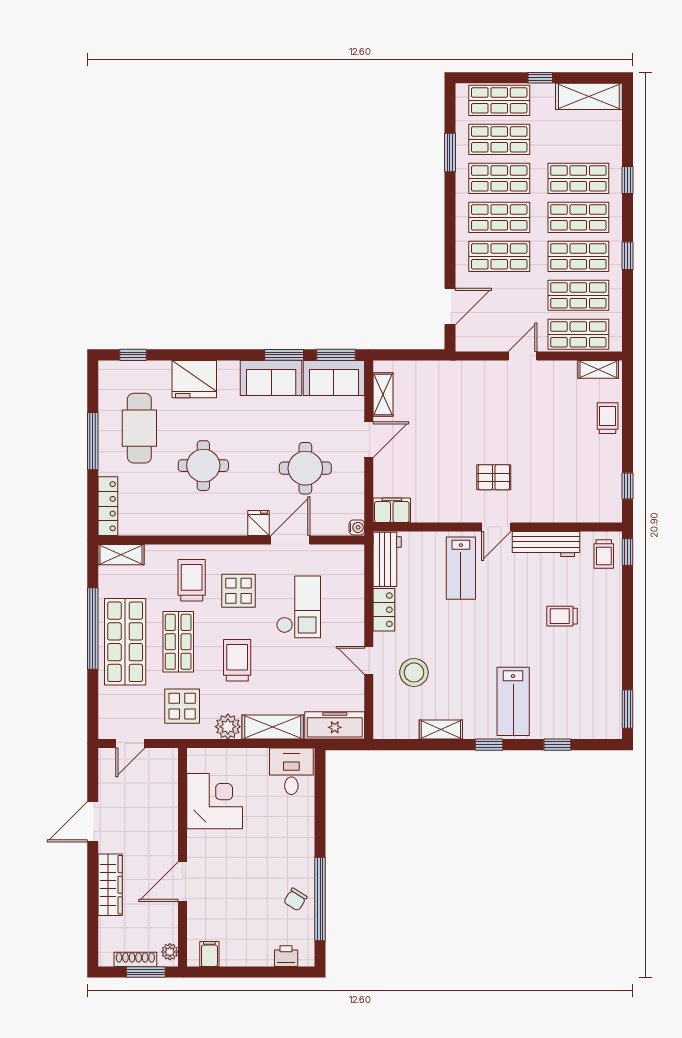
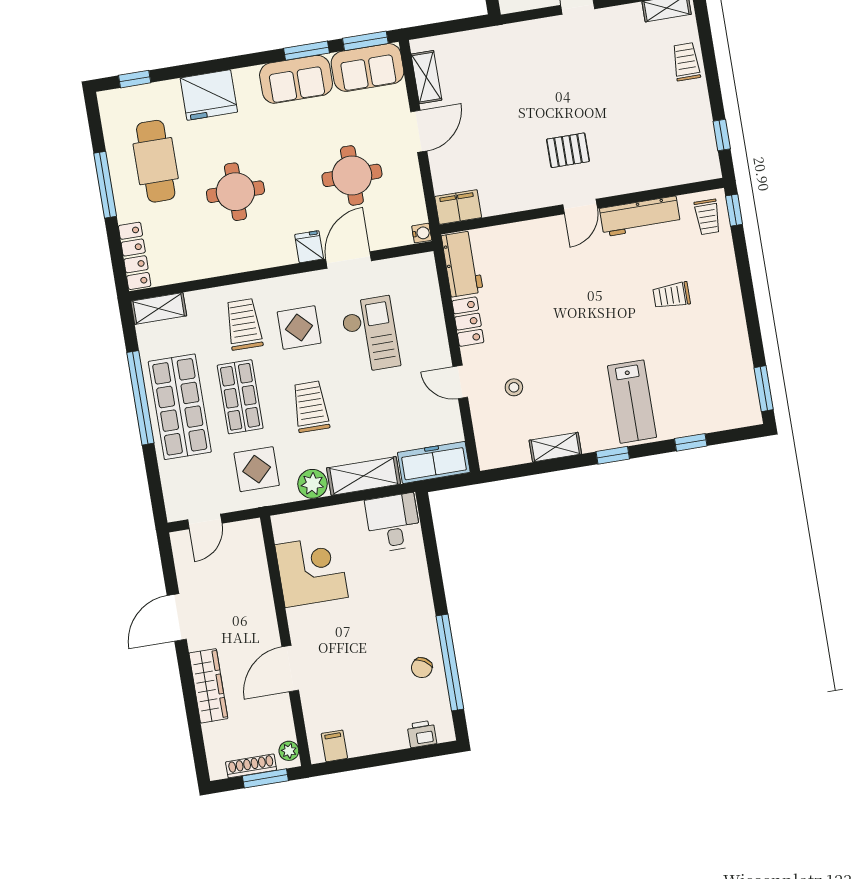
lab bench: (461, 568) -> (548, 260), removed
stool: (414, 672) -> (514, 387), width x0.53, depth x0.53

